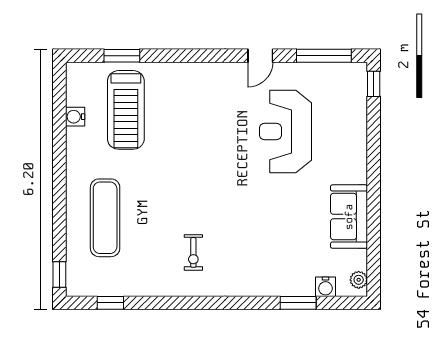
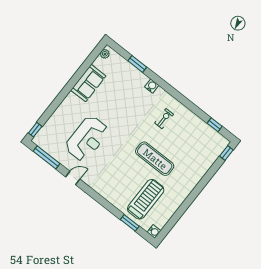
water cooler: (75, 117) -> (154, 231), moved
exercise mat: (105, 218) -> (155, 159), moved, turned 90
water cooler: (325, 287) -> (152, 86), moved

